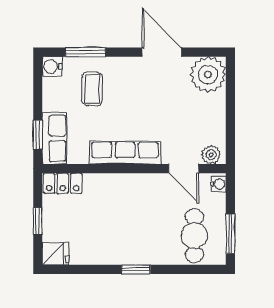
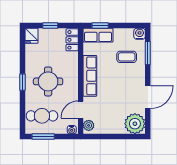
round table: (135, 225) -> (48, 81), added

